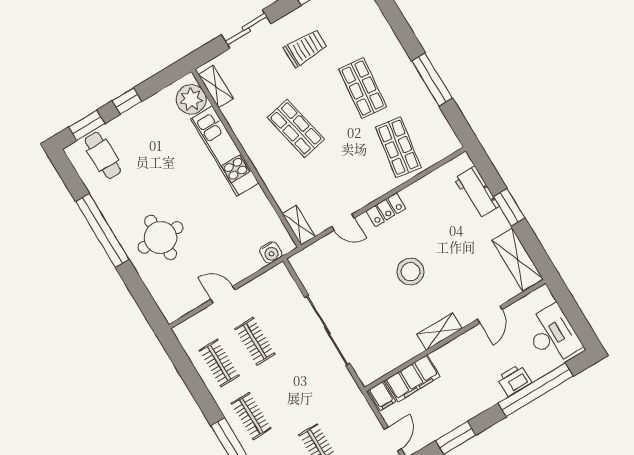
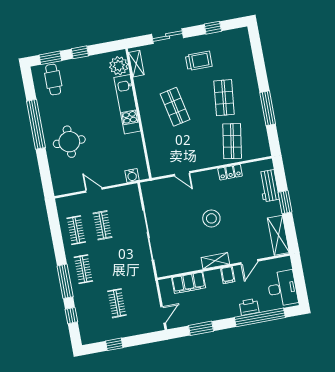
locker: (386, 210) -> (230, 172), moved
shelving: (299, 225) -> (155, 165), removed
filing cabinet: (382, 396) -> (228, 275), moved

